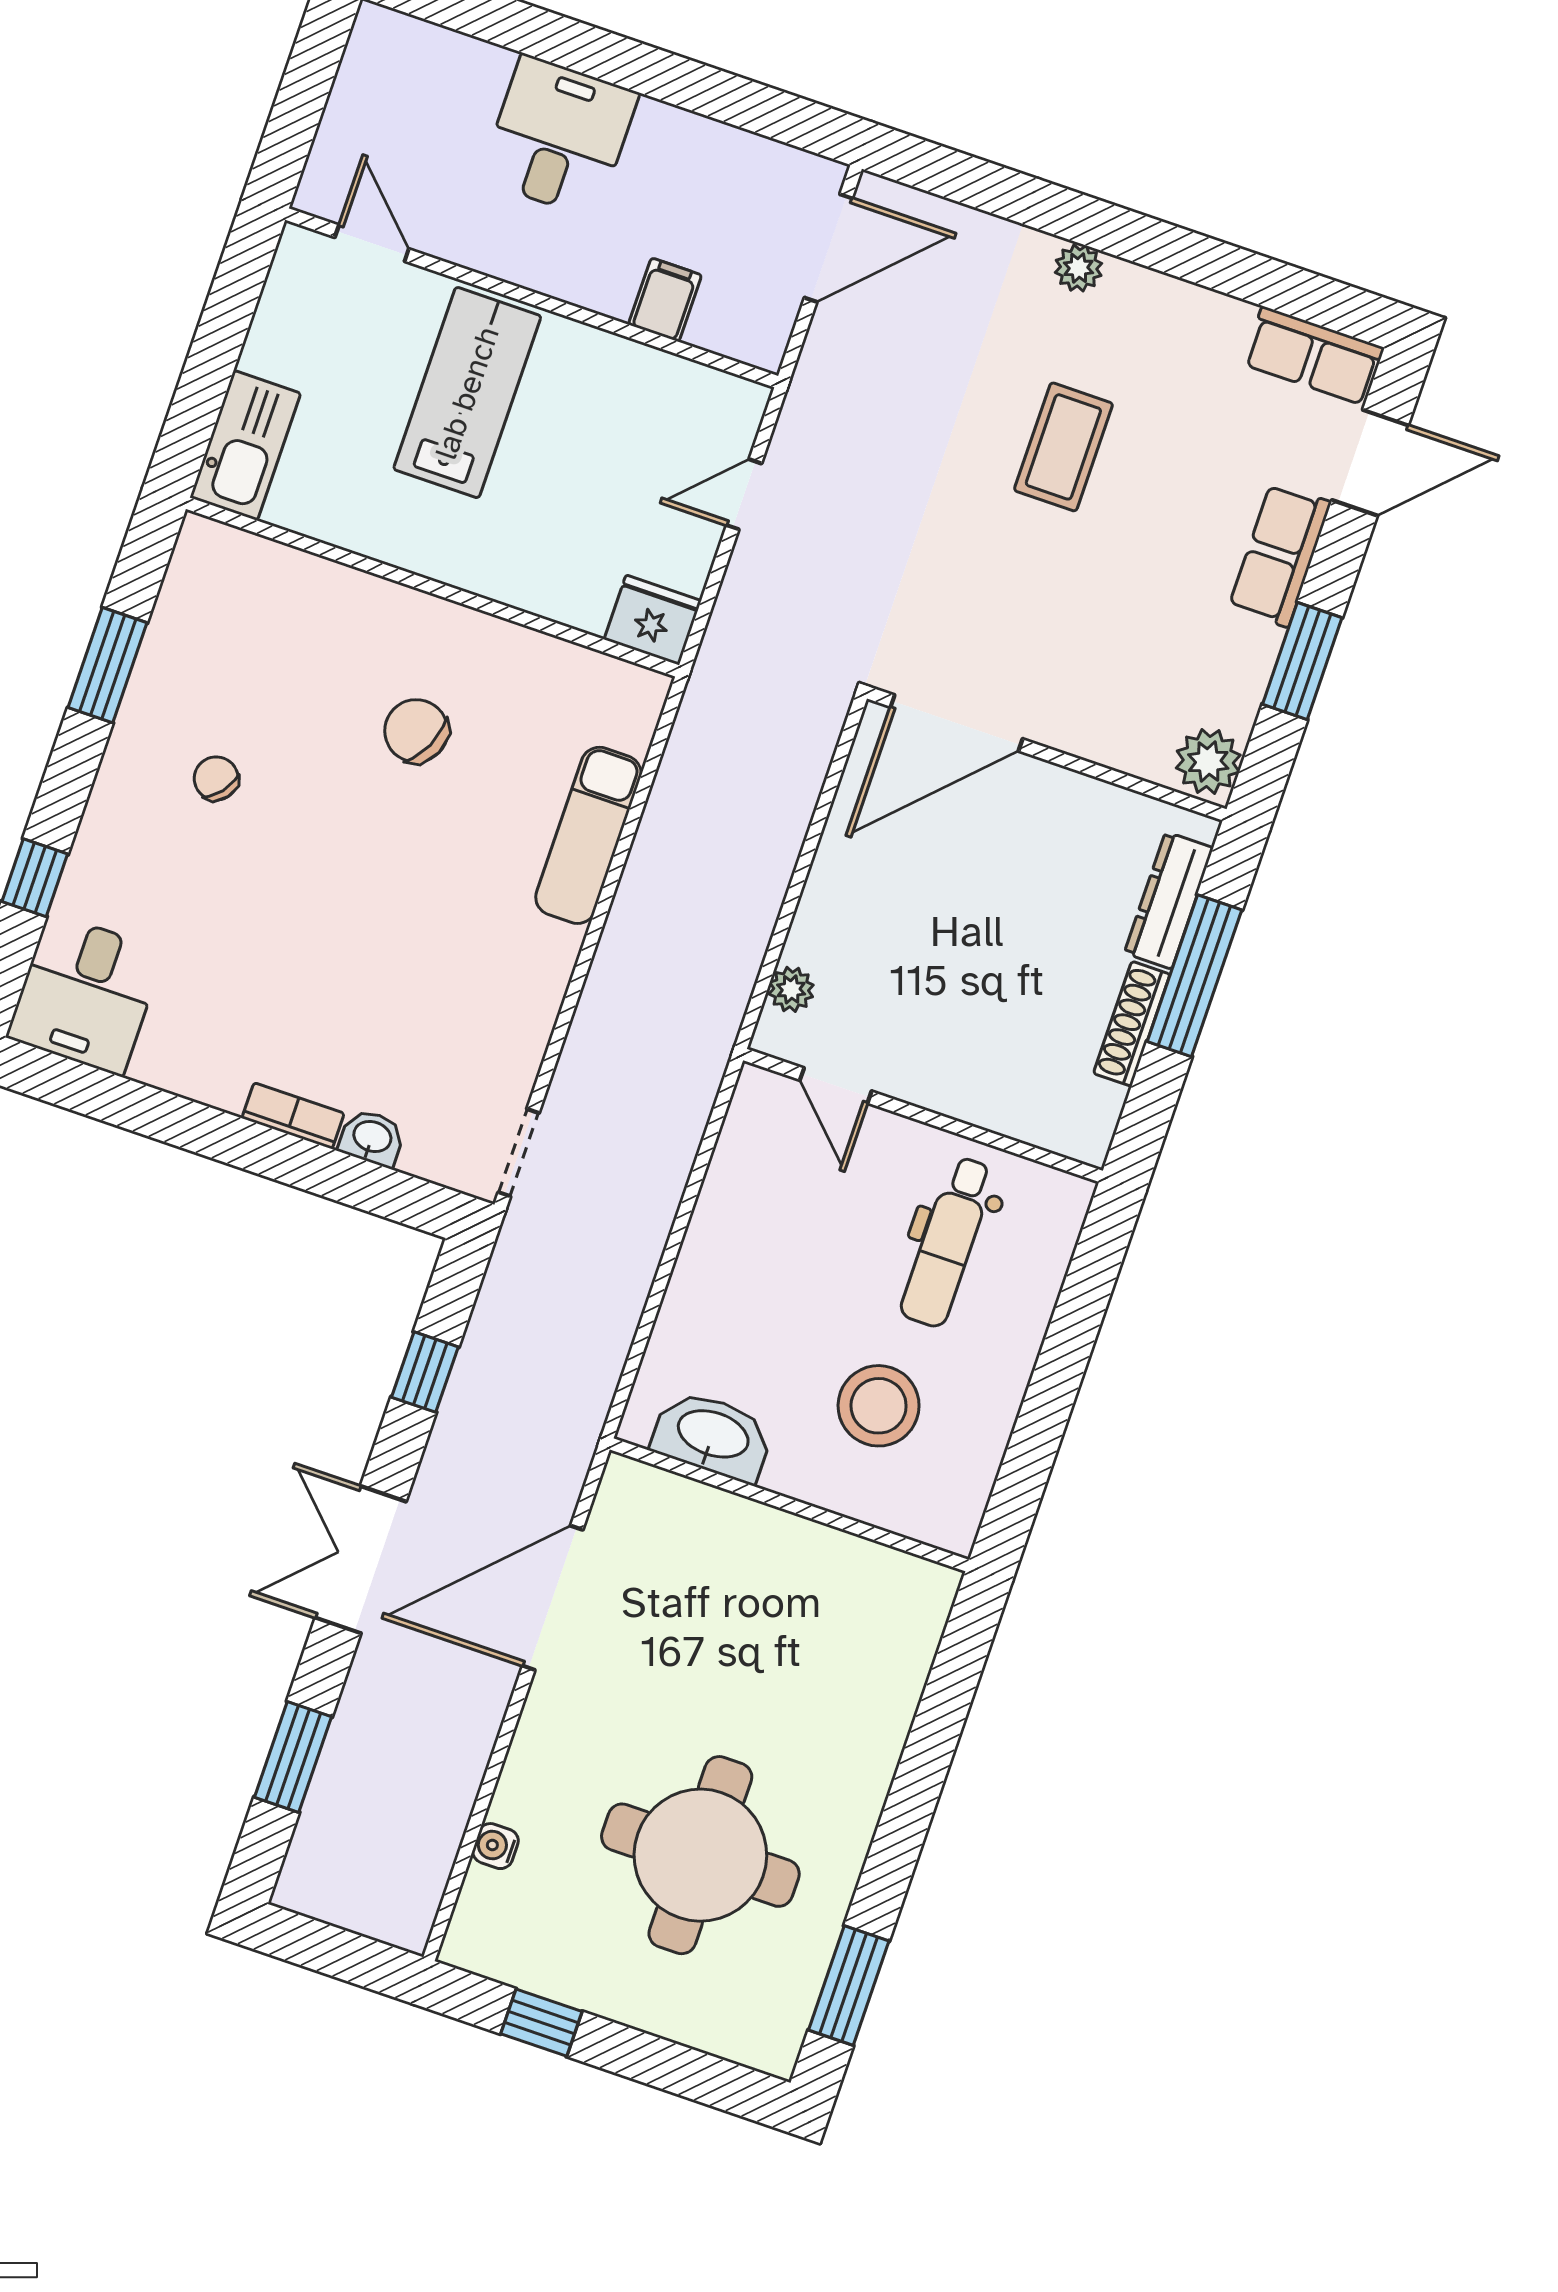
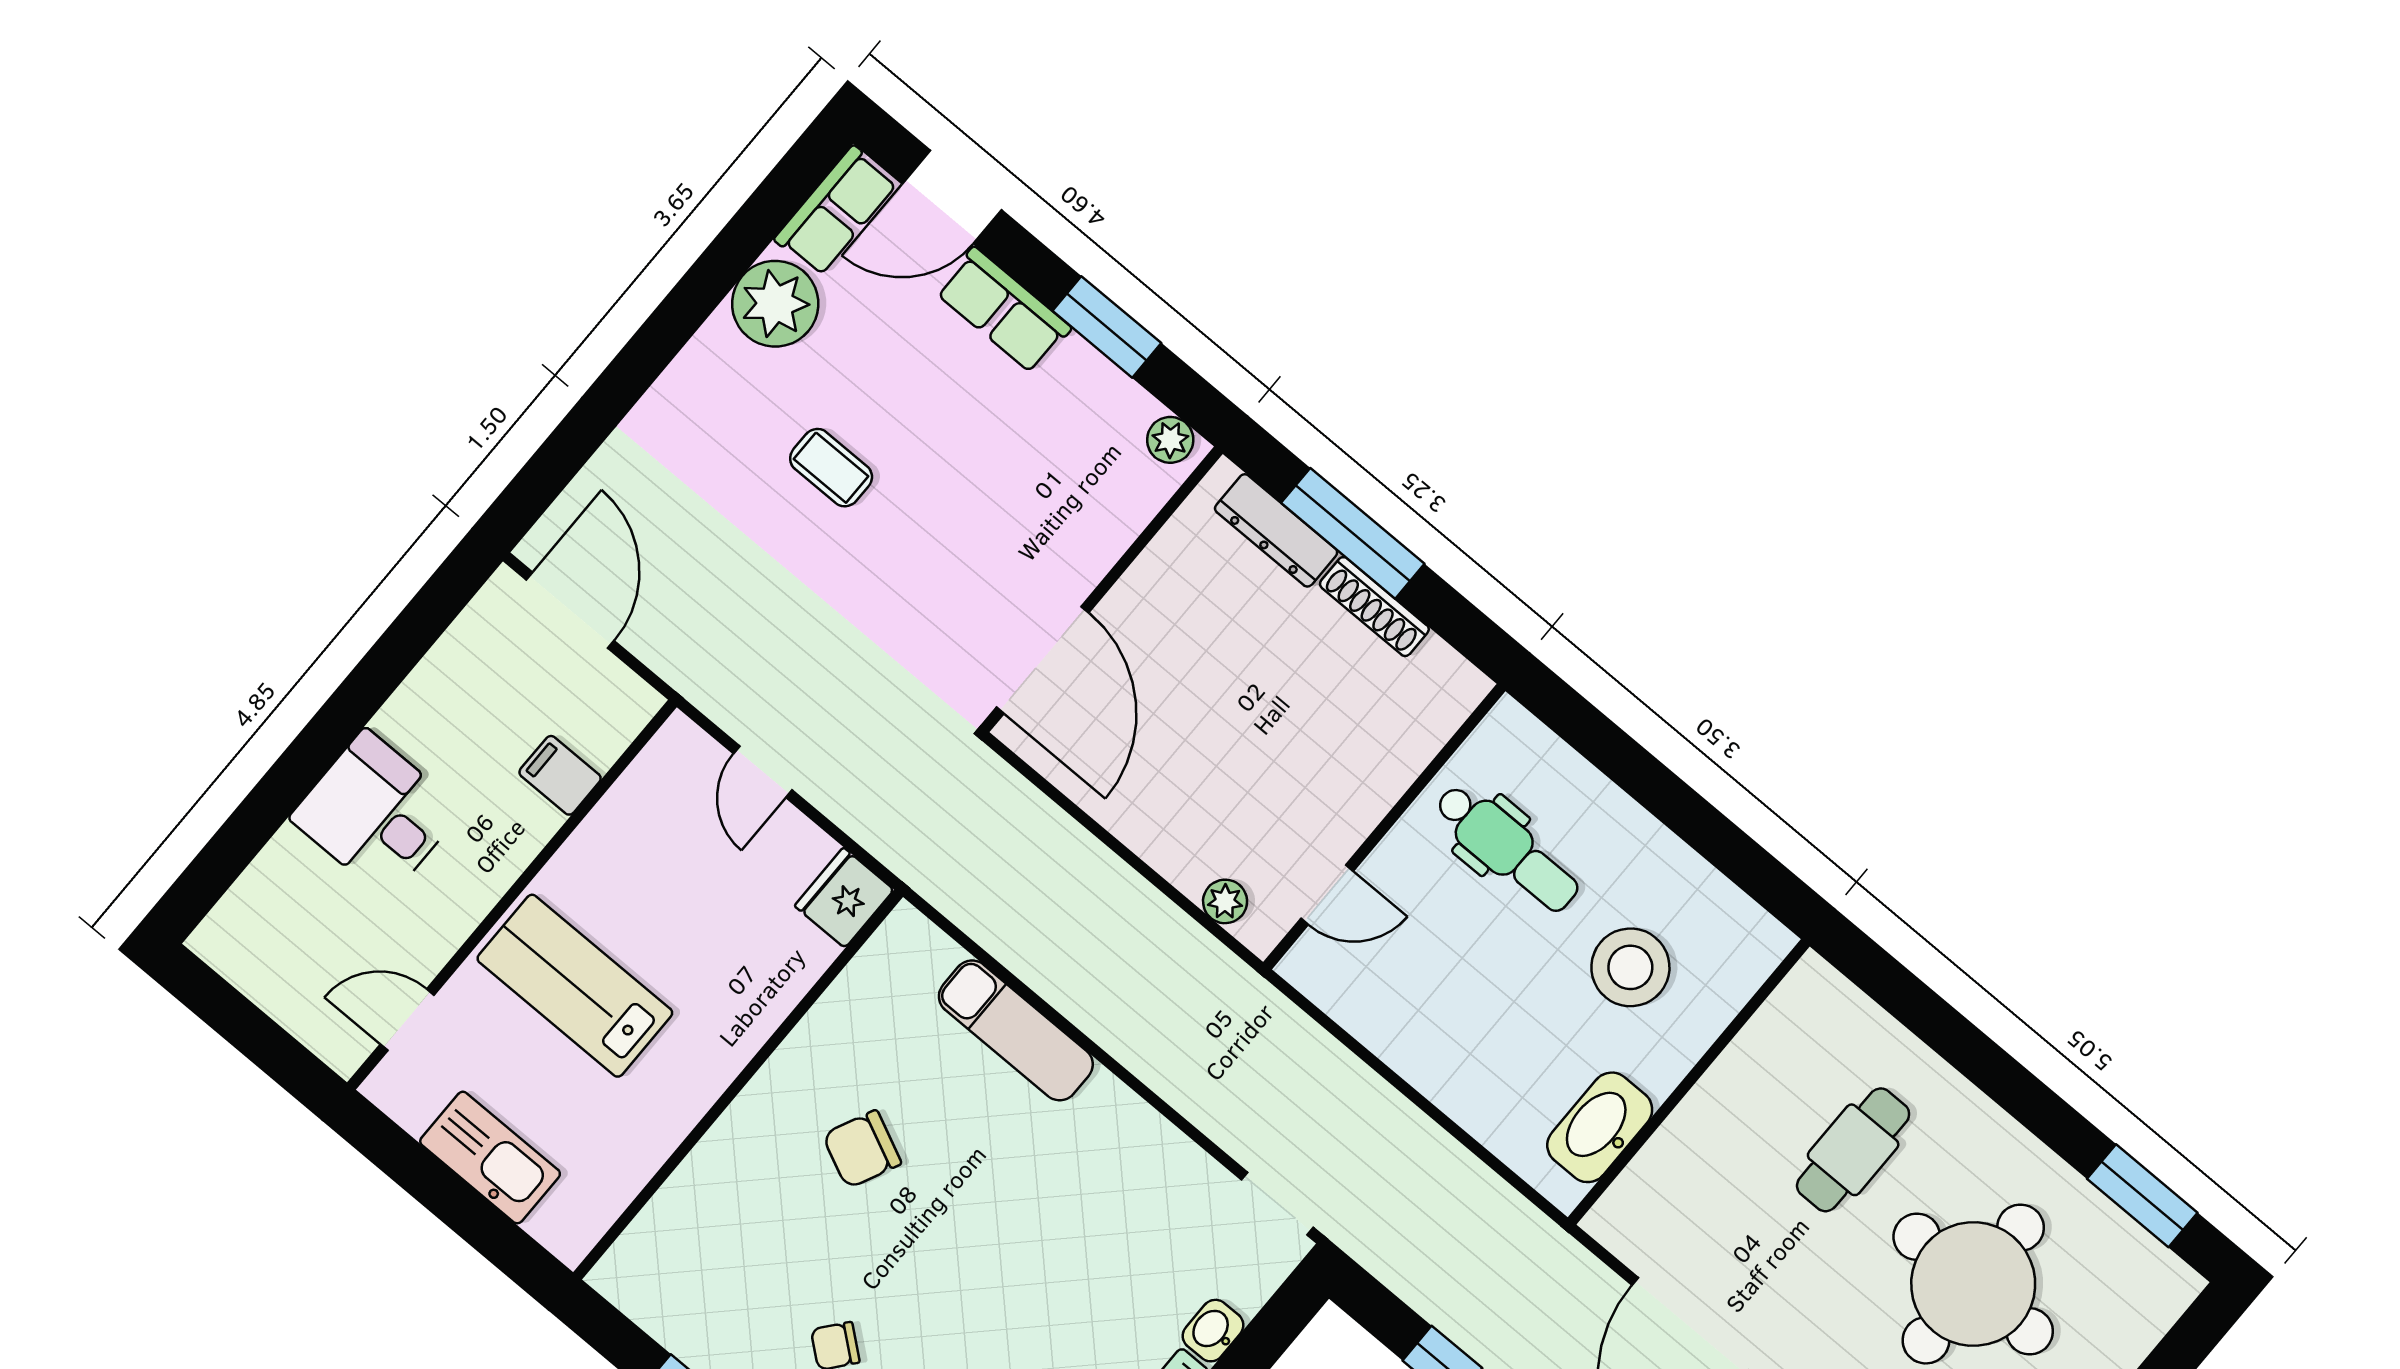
plant: (1079, 268) -> (775, 304), moved, width x1.88, depth x1.88
kitchen sink: (245, 445) -> (490, 1158), moved
coffee table: (1063, 447) -> (831, 468), width x0.73, depth x0.77
door: (1370, 463) -> (952, 197), swing flipped
plant: (1208, 761) -> (1170, 440), width x0.73, depth x0.73
cafe table: (785, 1689) -> (1853, 1150), added

